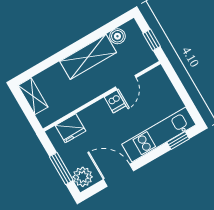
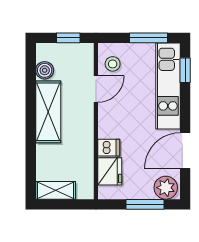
door: (126, 82) -> (96, 89), hinge flipped
stool: (151, 84) -> (113, 64), added
window: (186, 99) -> (148, 38), added
dishwasher: (115, 101) -> (109, 148), moved

